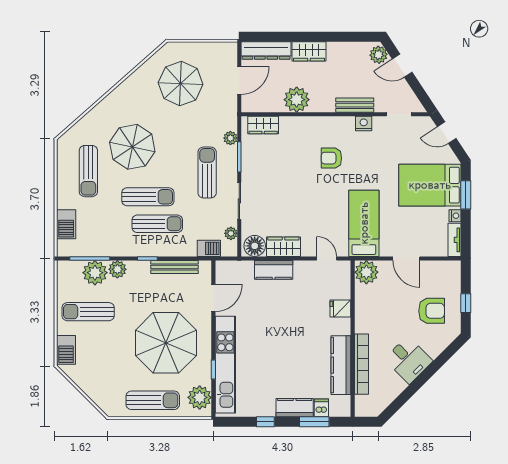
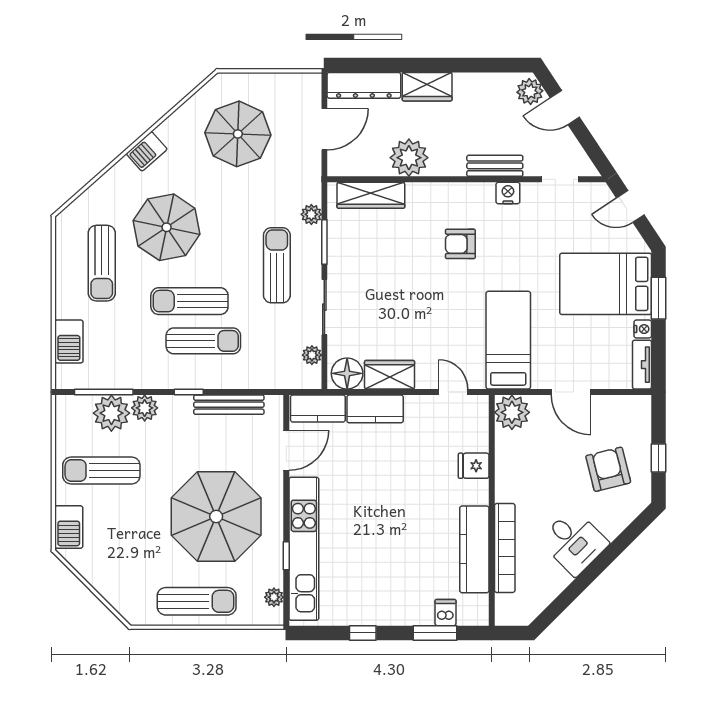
wardrobe: (263, 125) -> (371, 195), width x1.50
sun lounger: (148, 197) -> (189, 301), turned 180
barbecue: (209, 248) -> (147, 151), moved, turned 138
armchair: (432, 311) -> (608, 469), turned -104
plant: (200, 397) -> (274, 597), width x0.53, depth x0.53
kitchen counter: (295, 408) -> (318, 409), moved, turned 180

